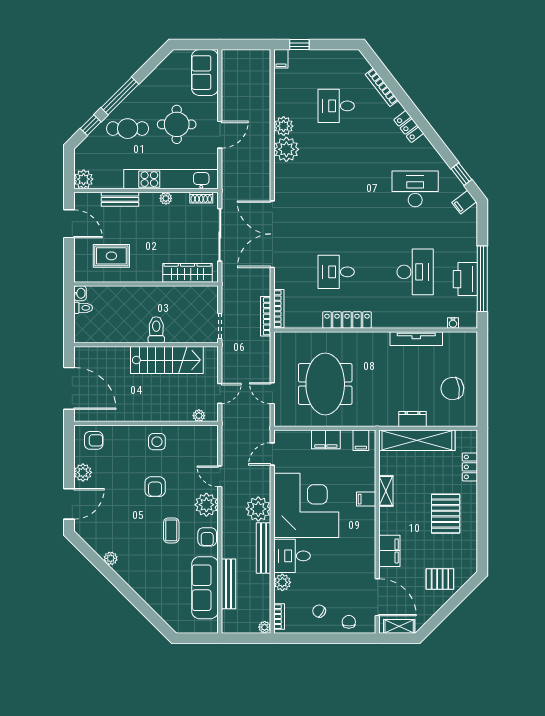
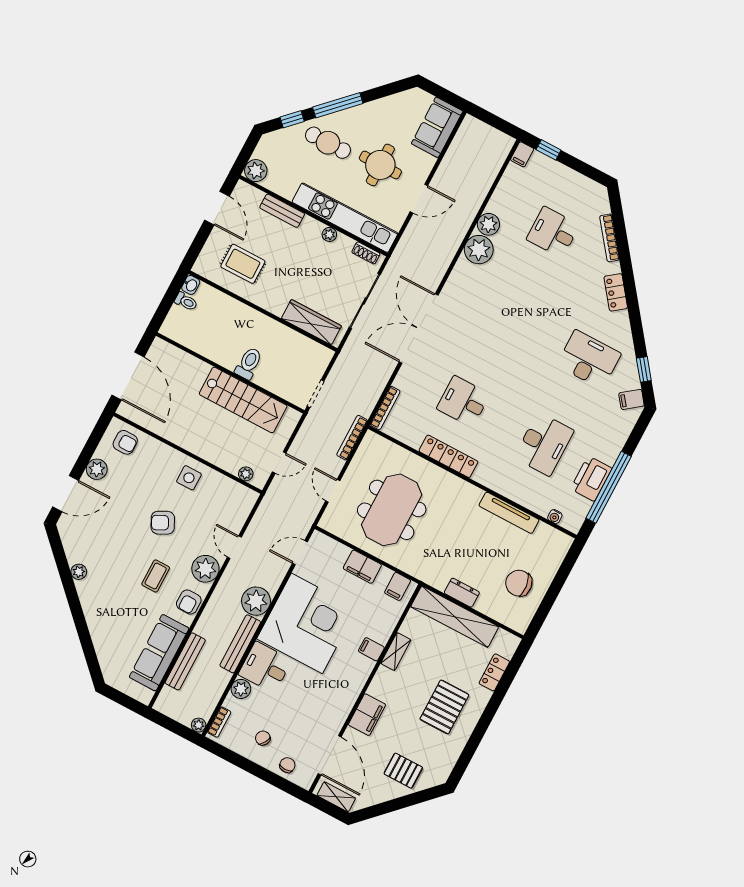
bookcase: (266, 316) -> (352, 438), moved
armchair: (155, 487) -> (163, 523), turned 63

